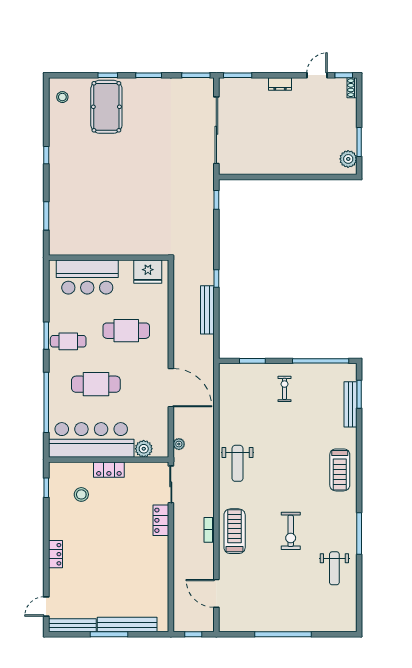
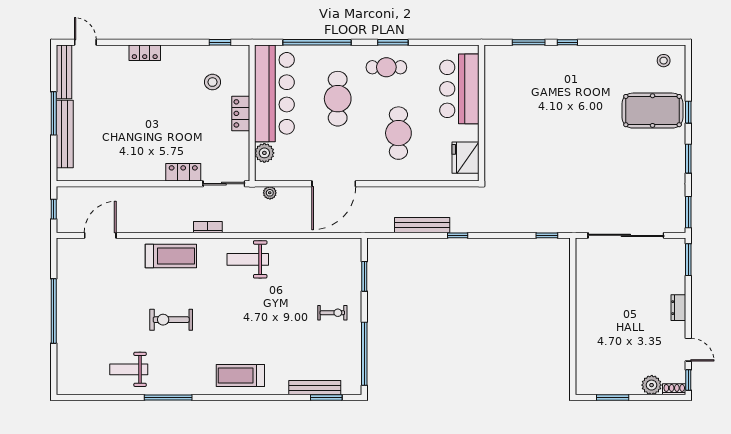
window: (46, 155) -> (567, 42), moved
plant: (348, 159) -> (652, 385), moved
cafe table: (68, 341) -> (386, 67), turned 90
bookcase: (209, 530) -> (208, 227), moved

